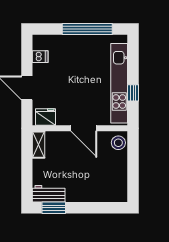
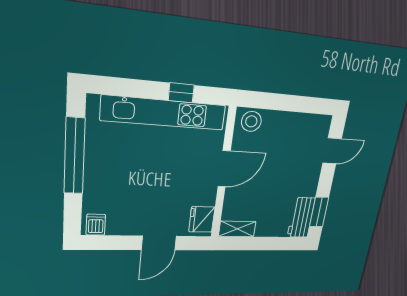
dishwasher: (40, 57) -> (96, 225), moved
door: (102, 208) -> (332, 151), added

